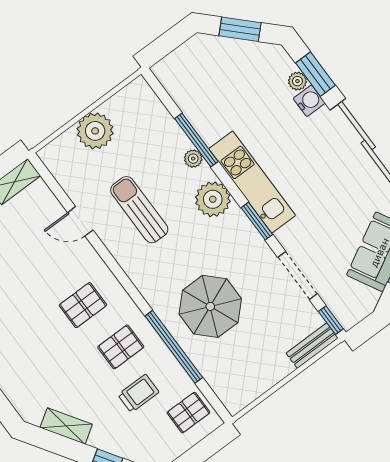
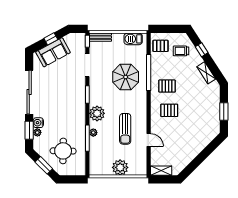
round table: (224, 83) -> (63, 151), added
kitchen unit: (252, 182) -> (79, 109), removed
barbecue: (249, 388) -> (133, 39), added
trolley: (138, 393) -> (181, 51), moved

